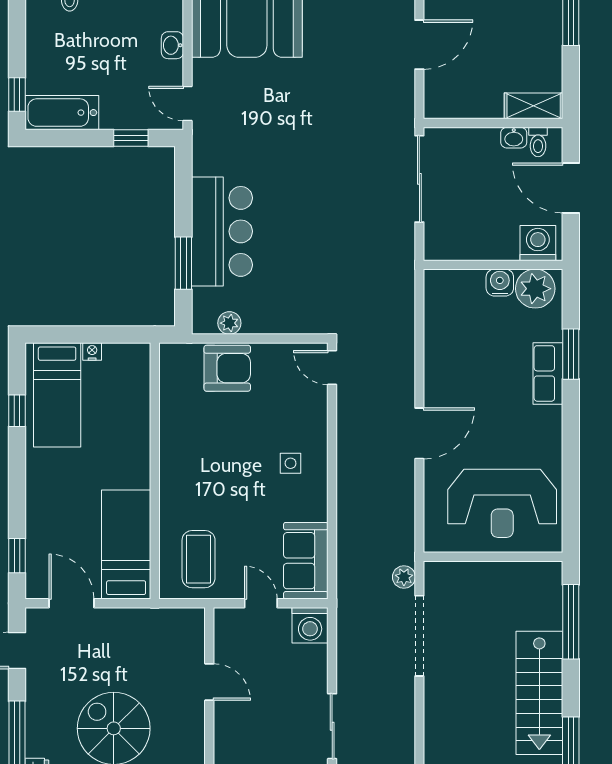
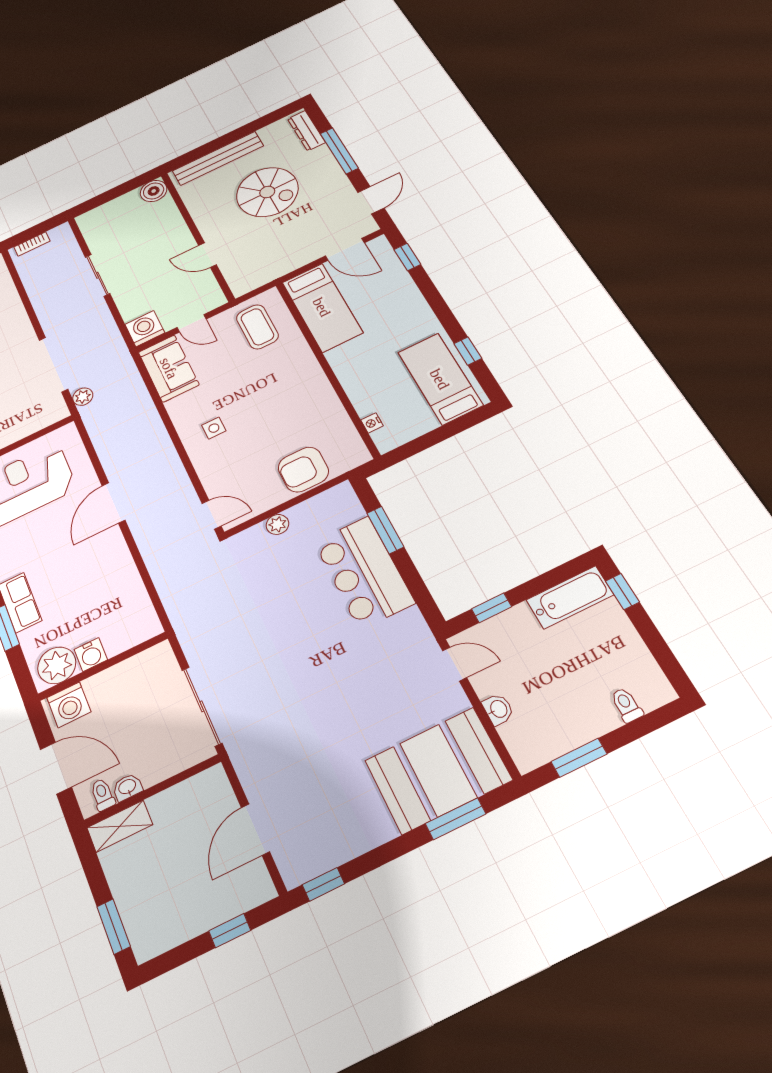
plant: (229, 323) -> (277, 524), moved
nightstand: (92, 351) -> (372, 423), moved, turned 90

